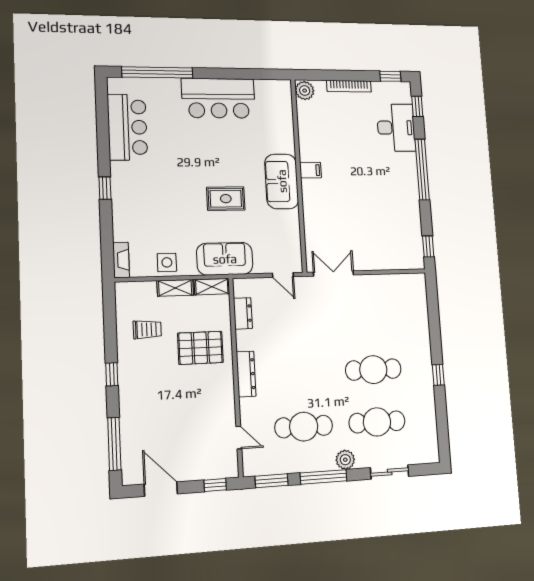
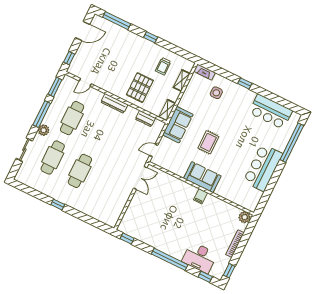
side table: (167, 262) -> (216, 93), moved
shelving: (175, 288) -> (182, 80), moved

